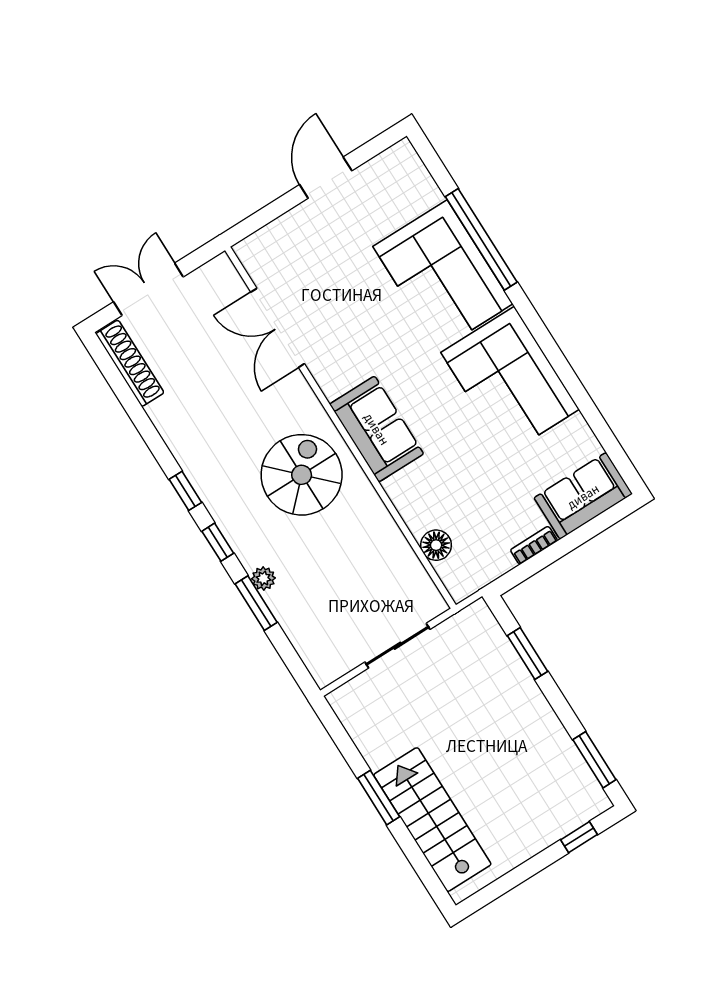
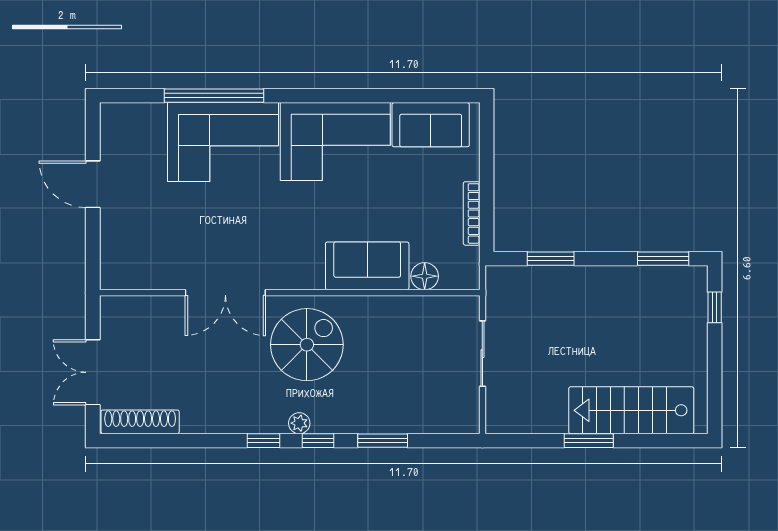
double door: (278, 328) -> (225, 293), moved
sofa: (377, 429) -> (367, 266), moved
spiral stairs: (302, 475) -> (307, 345), turned 90
sofa: (583, 496) -> (431, 125), moved, turned -90
bookcase: (534, 545) -> (472, 213), width x1.56
plant: (263, 578) -> (299, 423), moved

